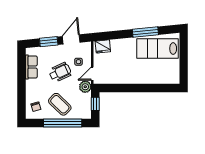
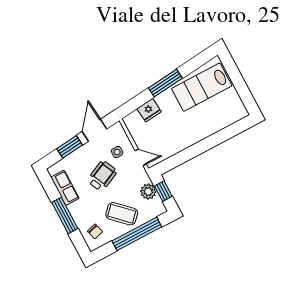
window: (145, 32) -> (165, 83), moved
fridge: (103, 46) -> (149, 110), moved
door: (92, 74) -> (141, 157), swing flipped
window: (21, 85) -> (65, 215), added
plant: (85, 87) -> (148, 191), moved

